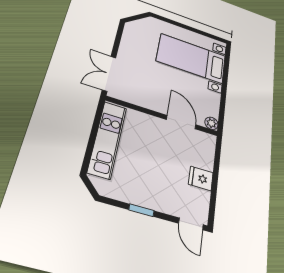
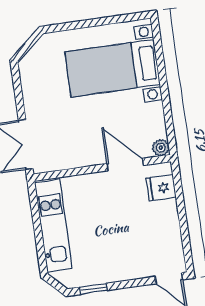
fridge: (201, 178) -> (161, 188), moved
window: (141, 210) -> (93, 289), moved

